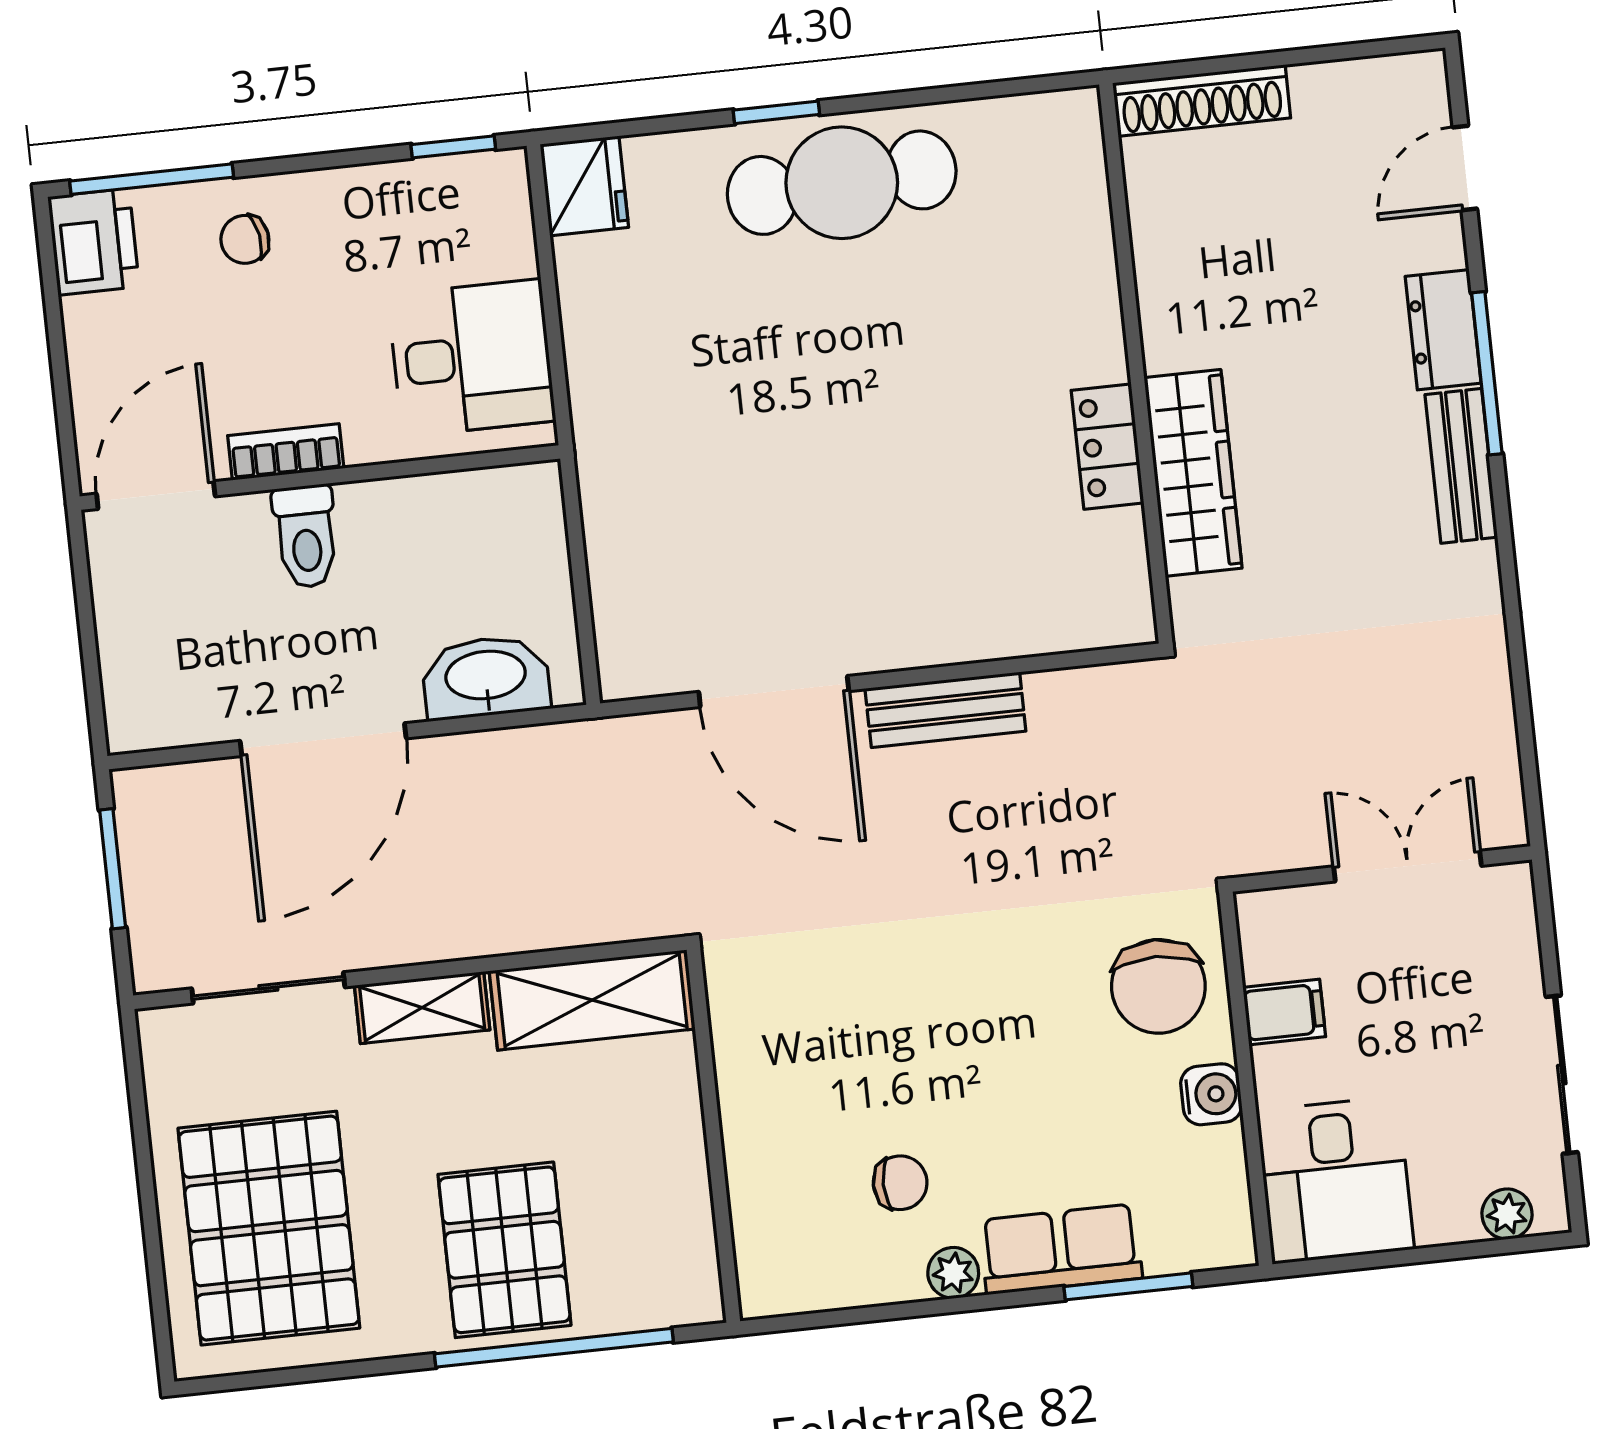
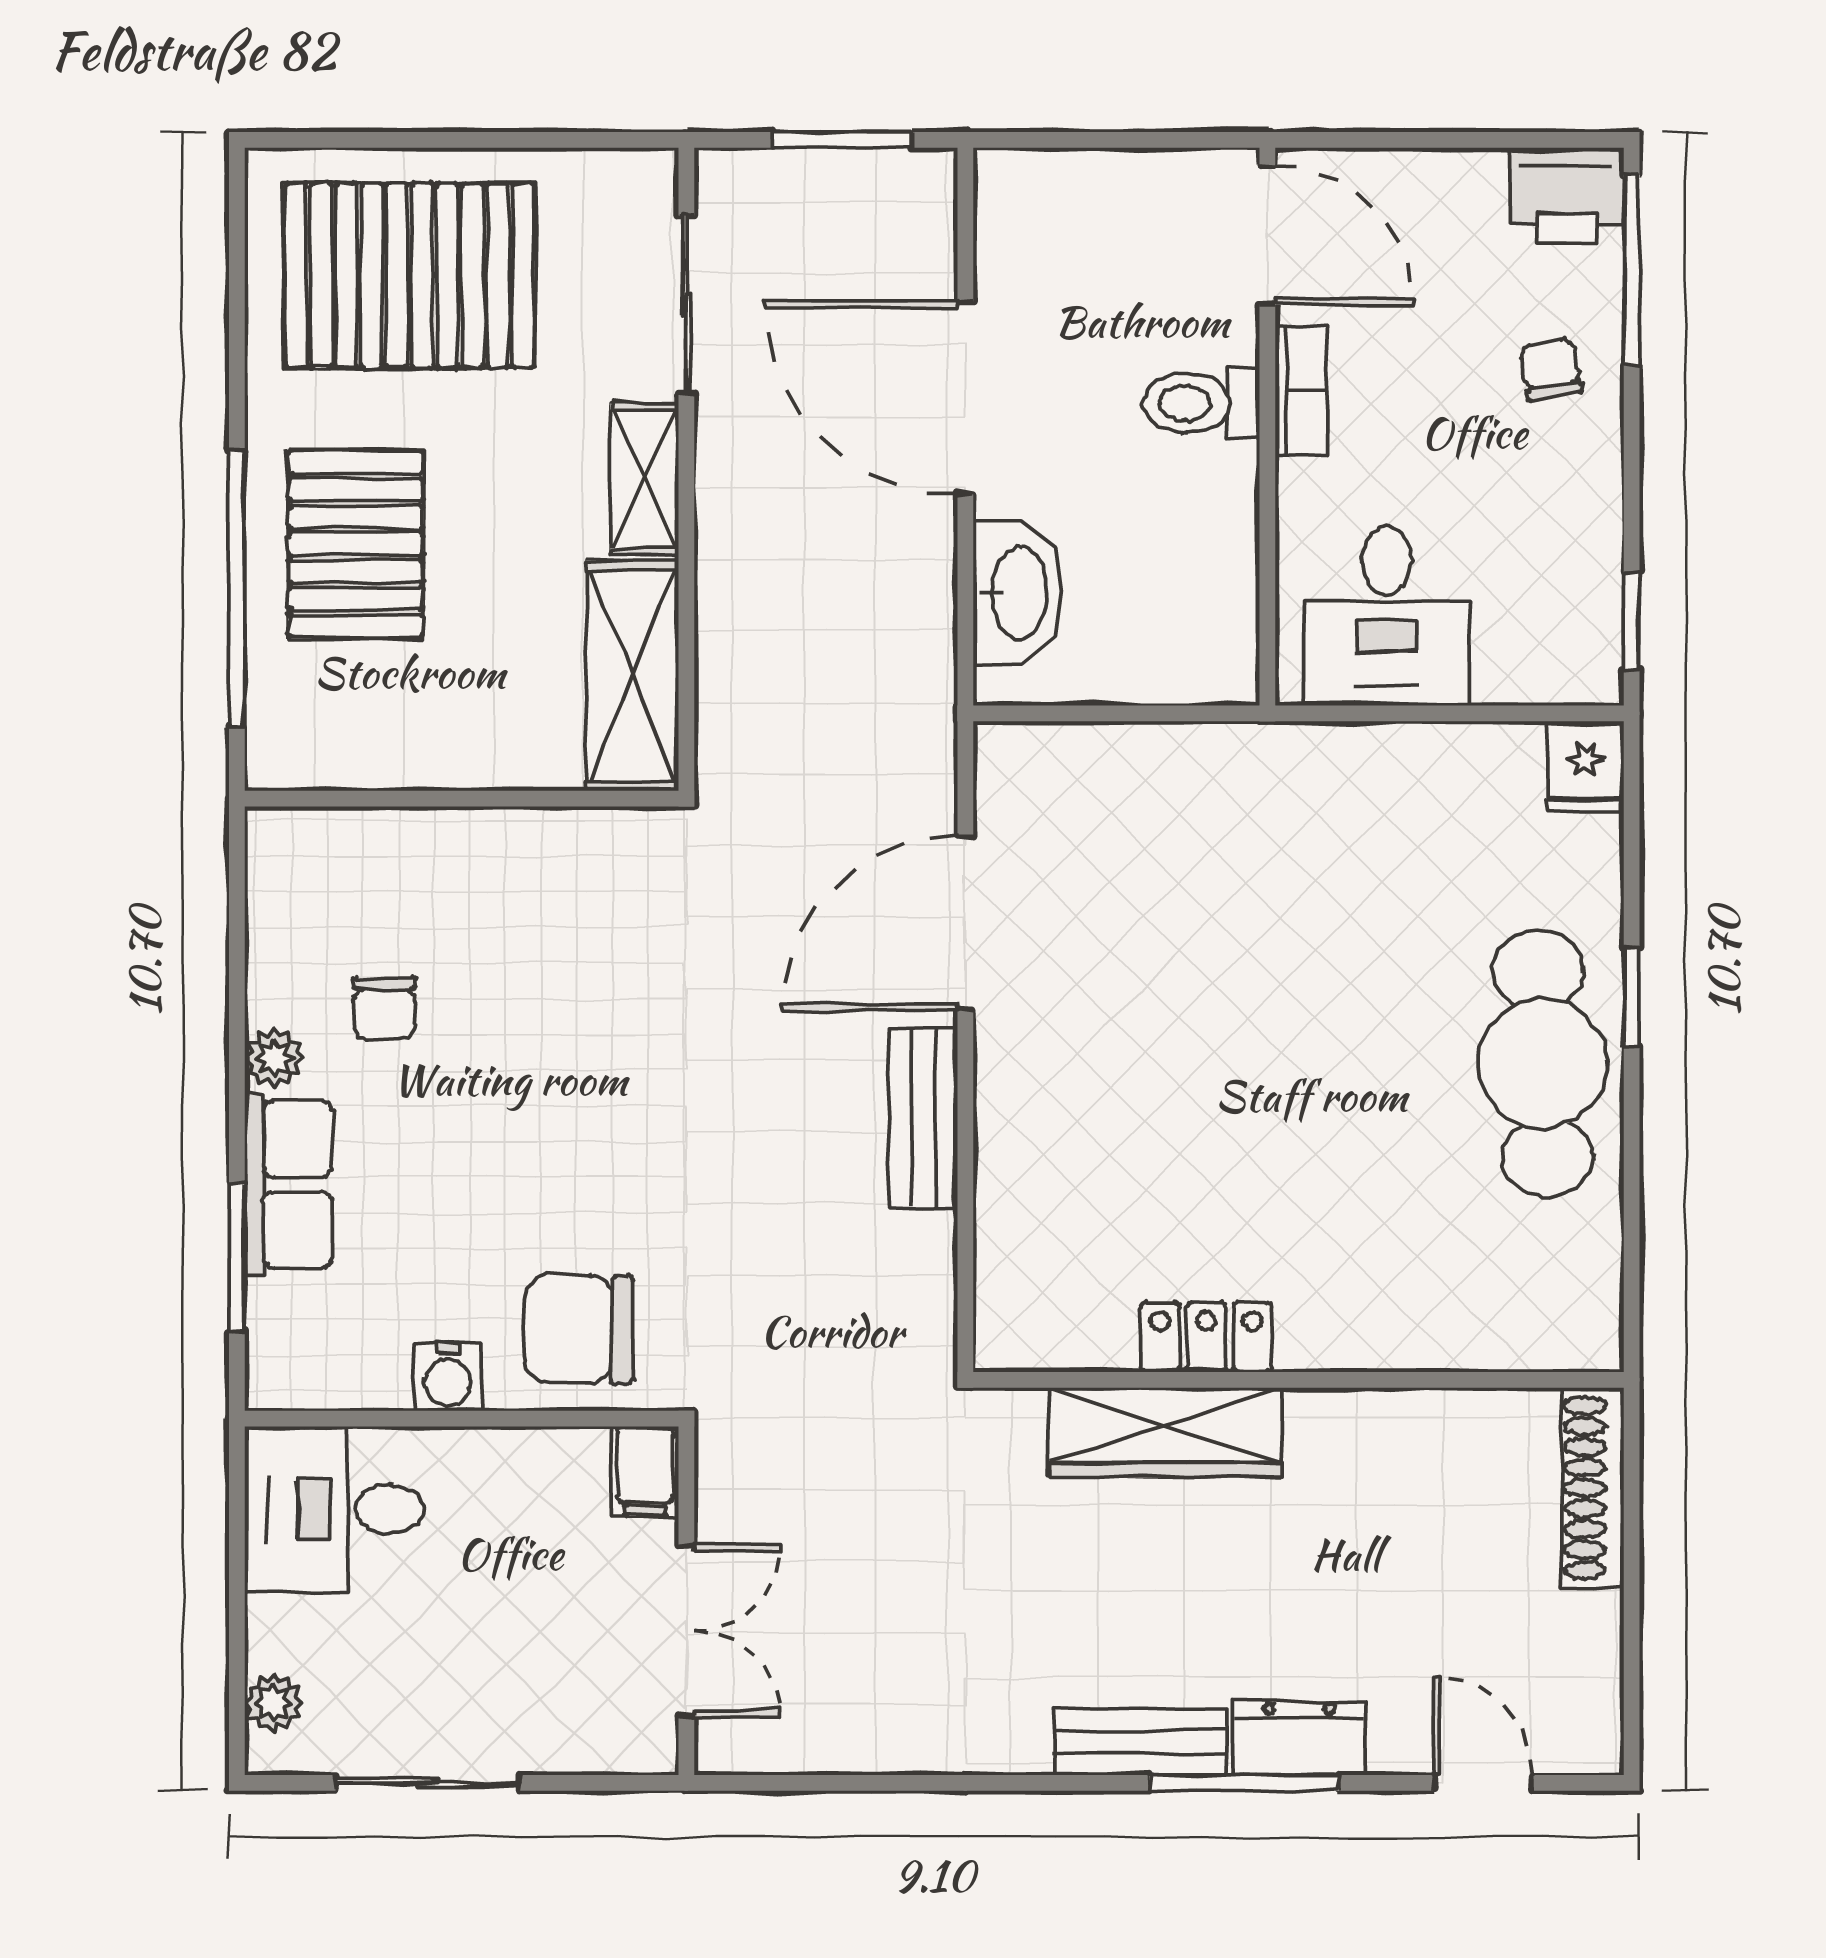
fridge: (584, 186) -> (1585, 767), width x0.72
filing cabinet: (1284, 1012) -> (645, 1471), moved
pallet: (504, 1250) -> (356, 544), turned 90

